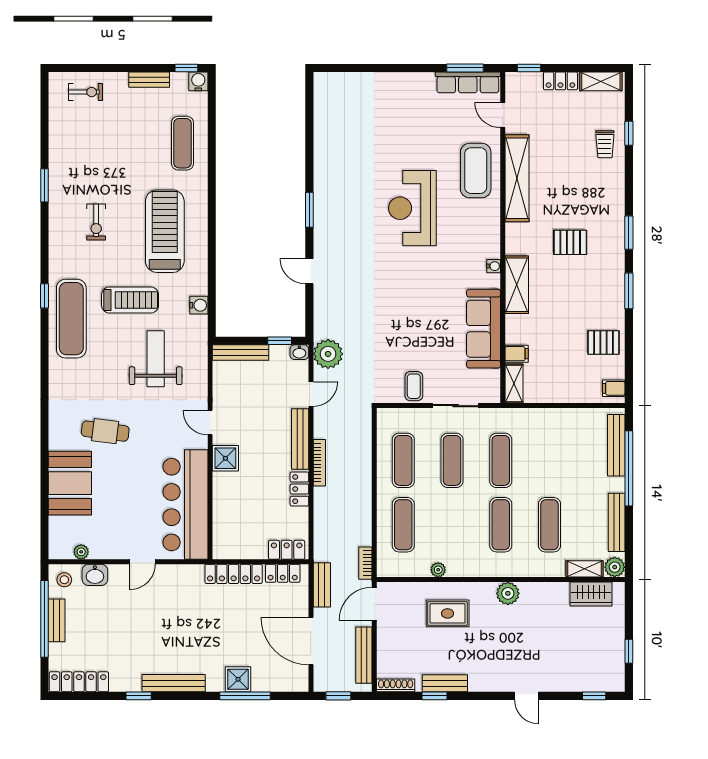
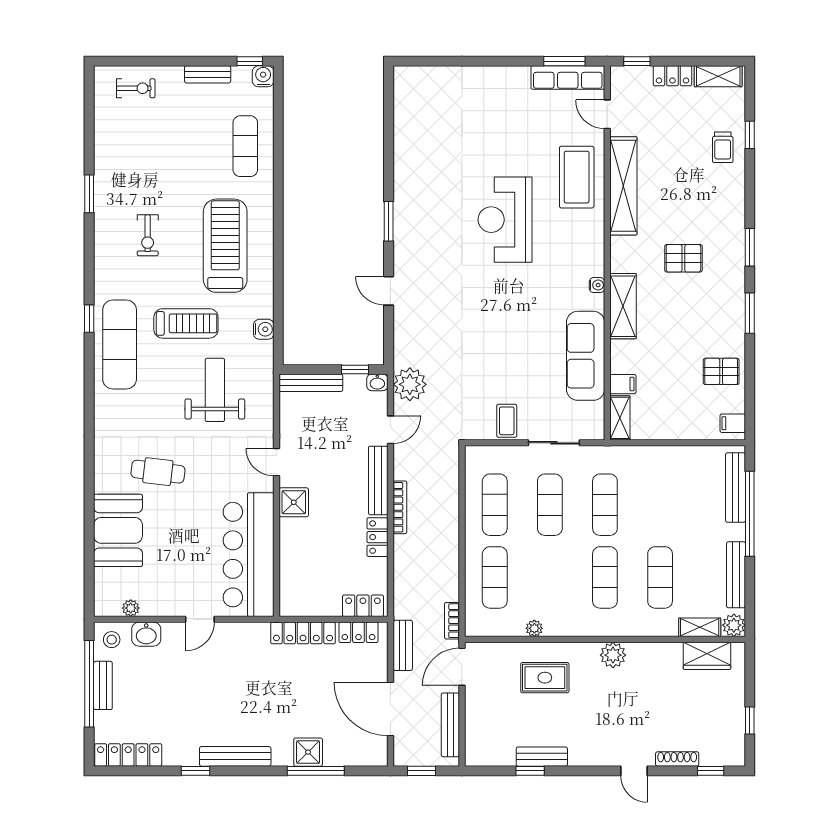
shoe rack: (396, 685) -> (677, 759), moved

